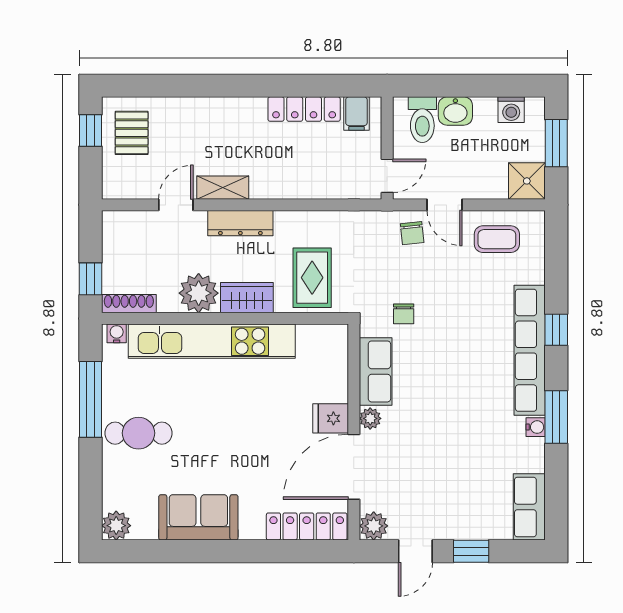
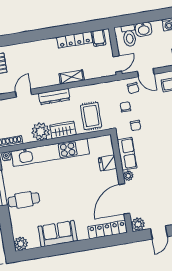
shelving: (223, 188) -> (72, 77), moved
chair: (389, 271) -> (125, 107), added
fridge: (331, 418) -> (108, 163), moved

